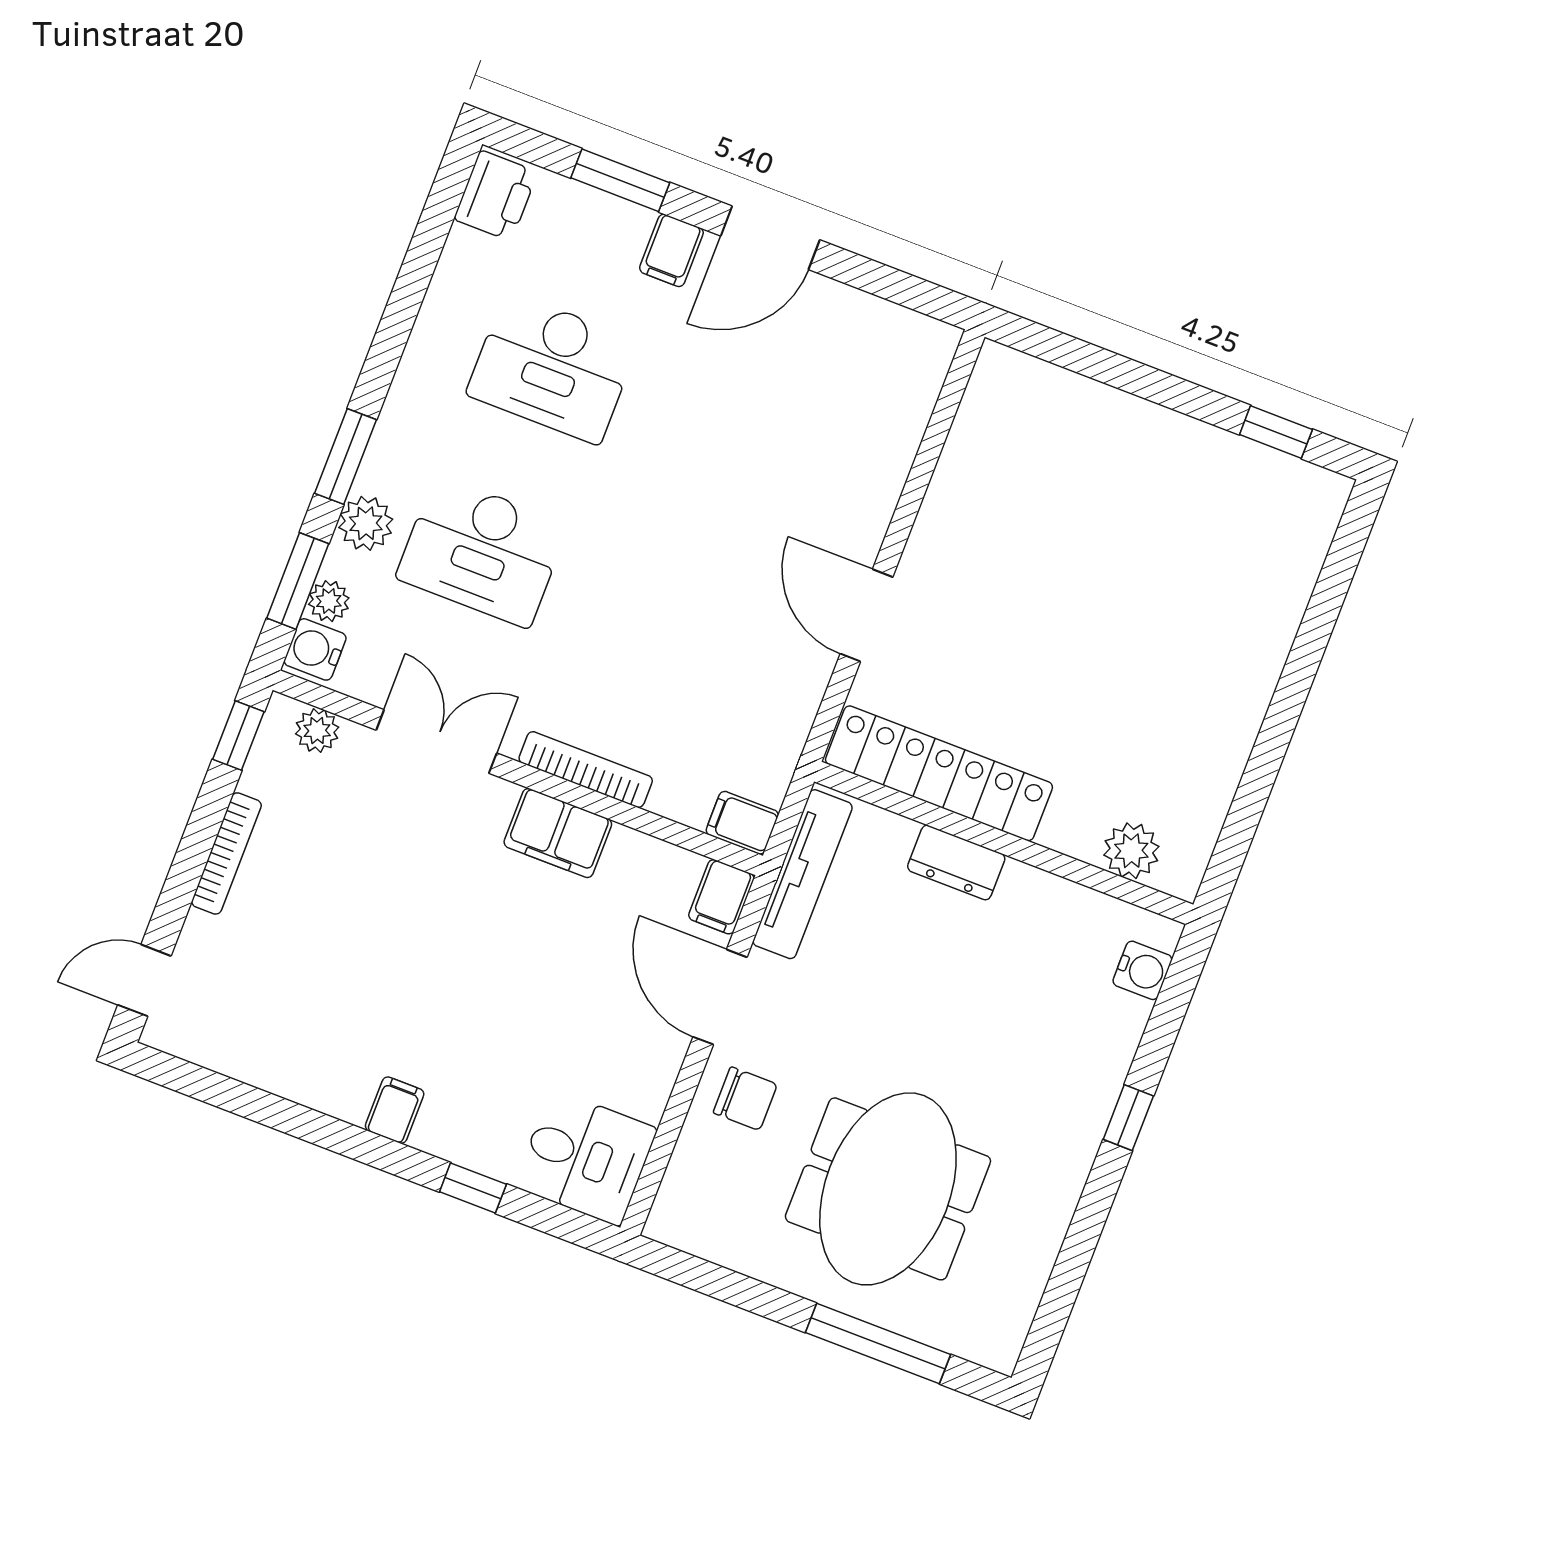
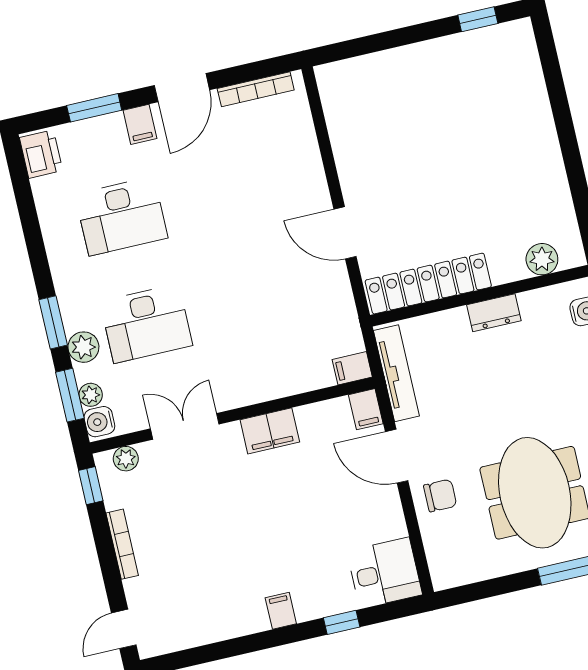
bookcase: (586, 770) -> (256, 89), moved, turned 180
dresser: (956, 862) -> (494, 313), moved

